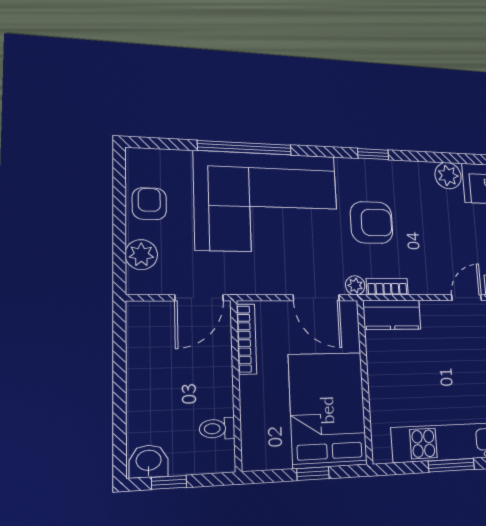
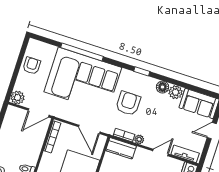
floor lamp: (422, 173) -> (162, 87), added
armchair: (372, 222) -> (128, 103), turned -90
plant: (141, 255) -> (18, 98), moved
plant: (355, 285) -> (139, 139), moved

